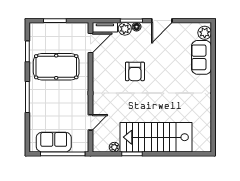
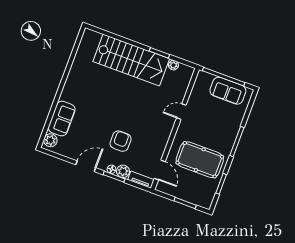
door: (91, 43) -> (160, 170), swing flipped
armchair: (135, 71) -> (121, 141), moved
door: (91, 122) -> (181, 112), moved

